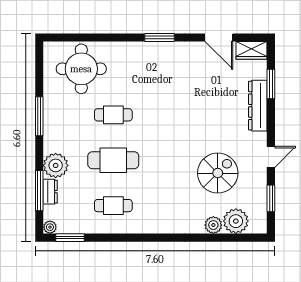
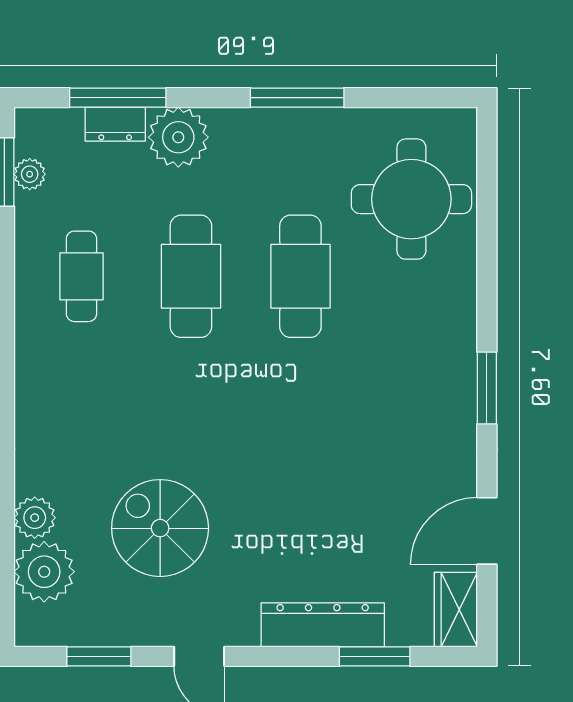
cafe table: (113, 115) -> (300, 276), width x1.37, depth x1.35
spiral stairs: (218, 173) -> (160, 528), turned 180
plant: (50, 227) -> (30, 174), moved

